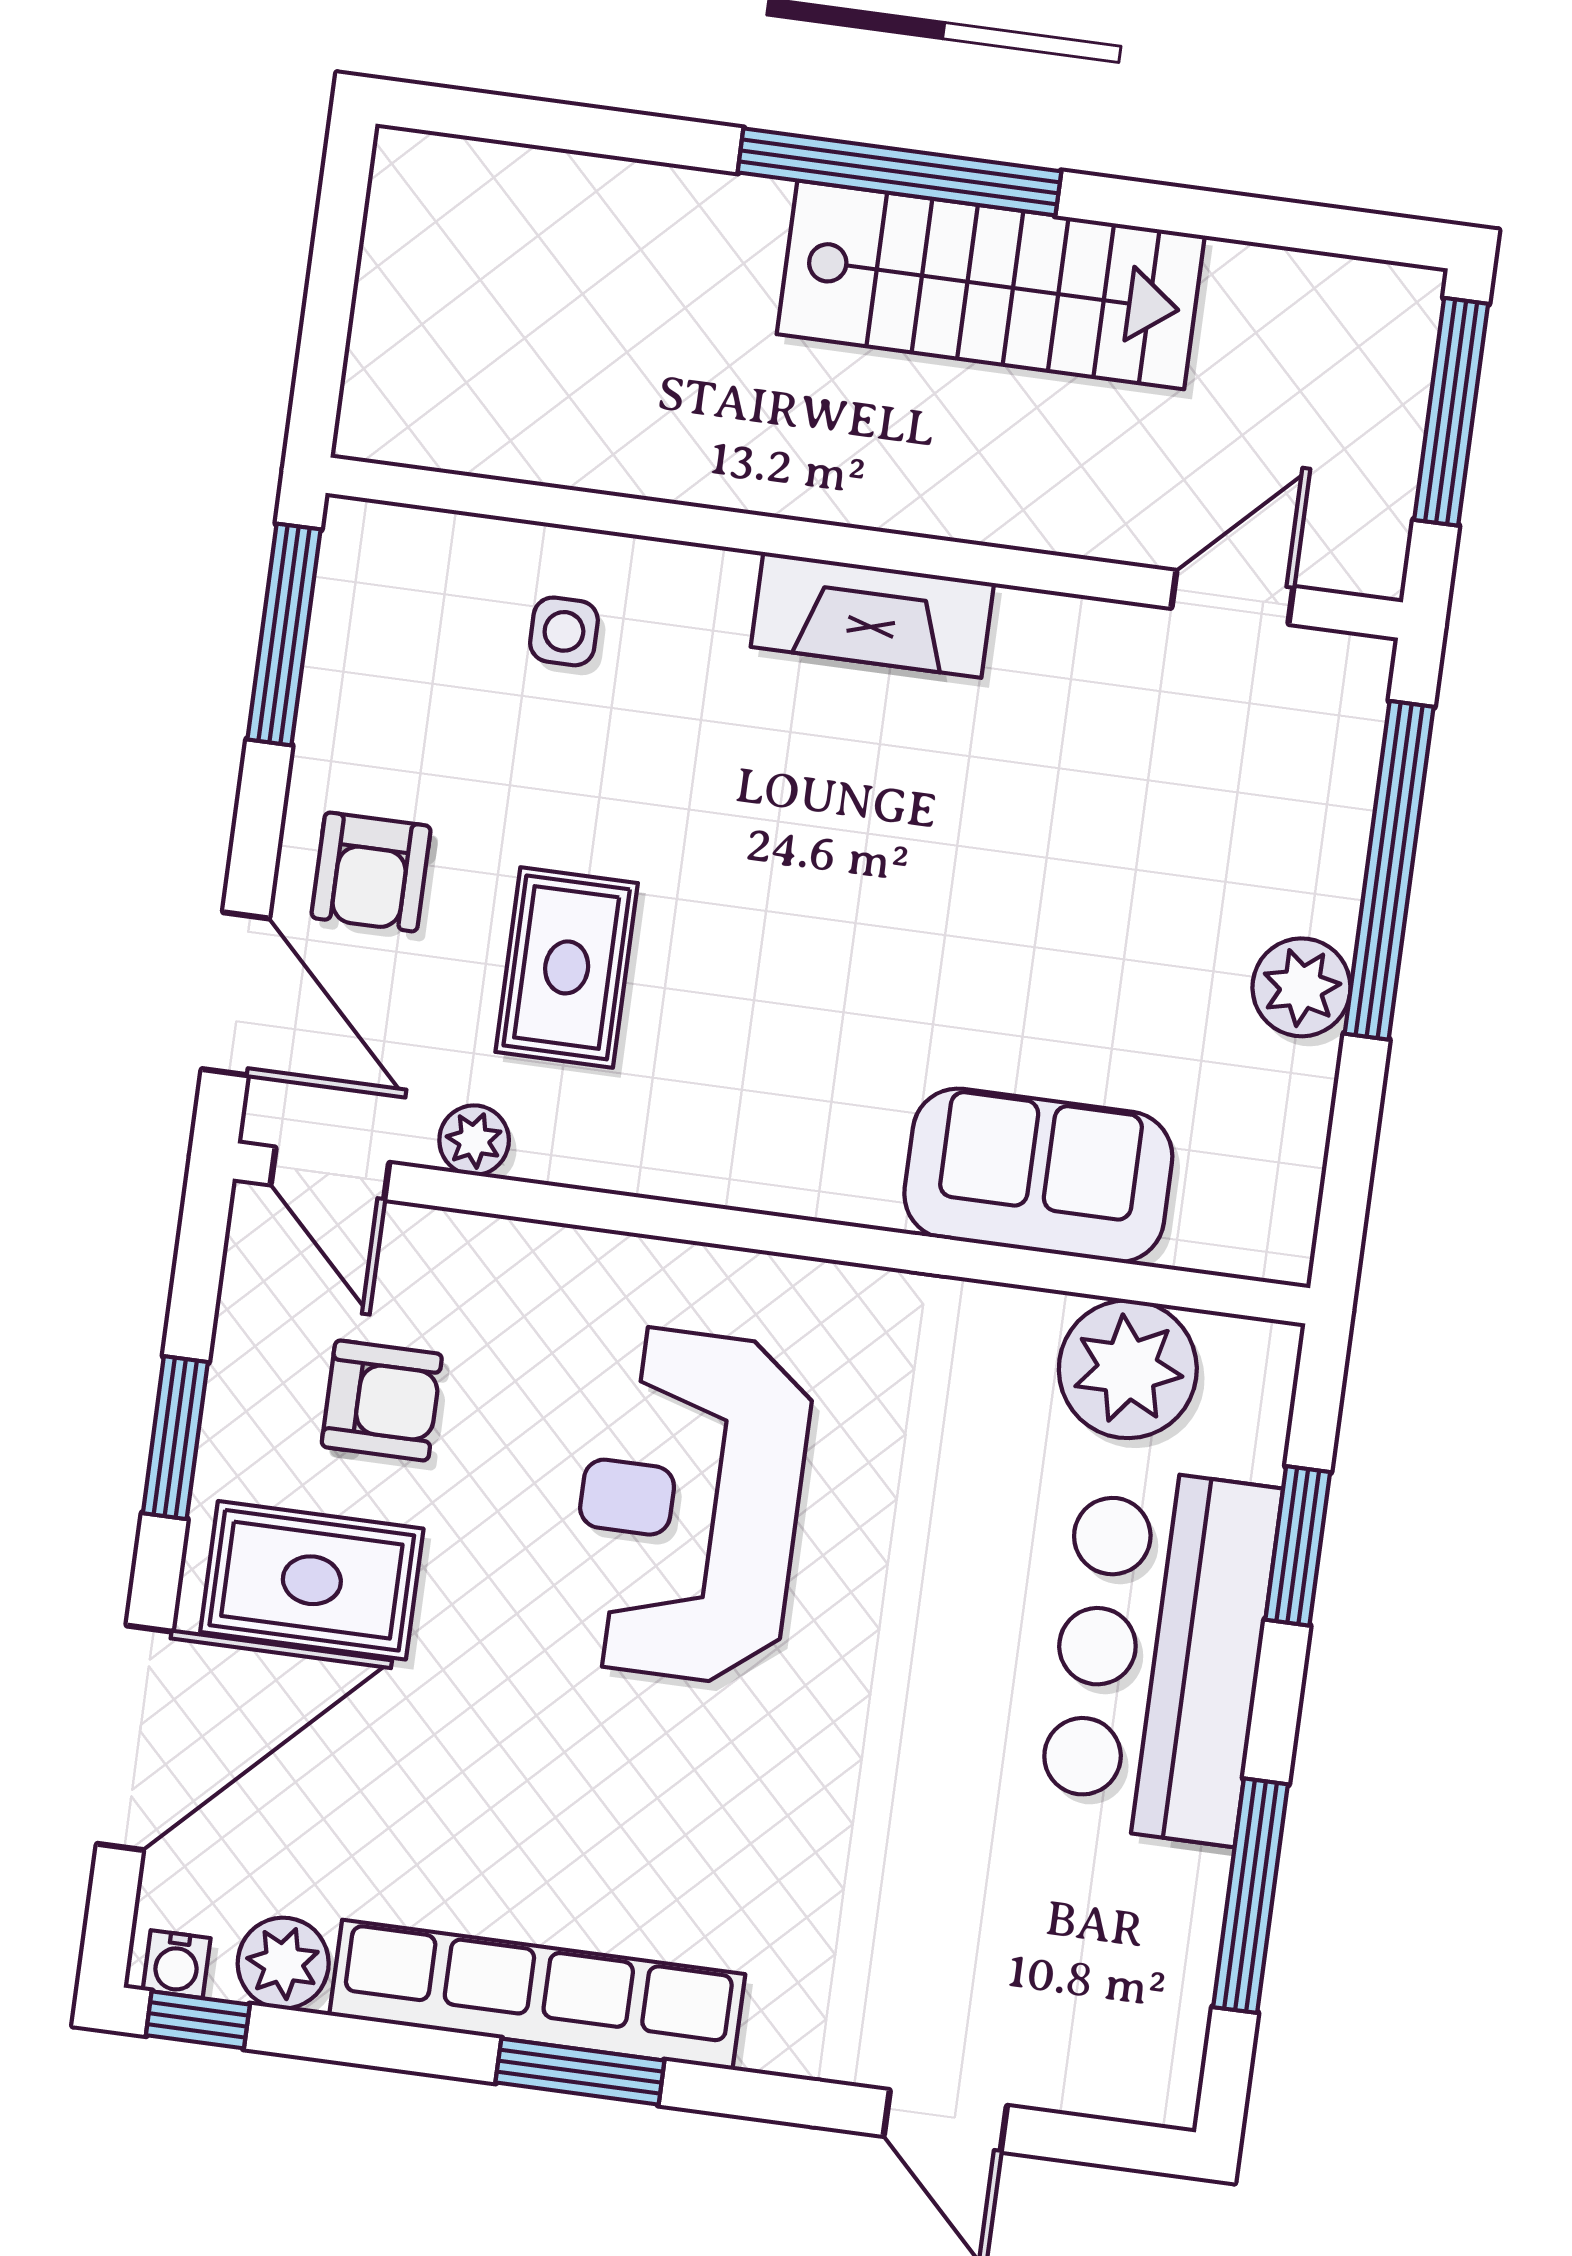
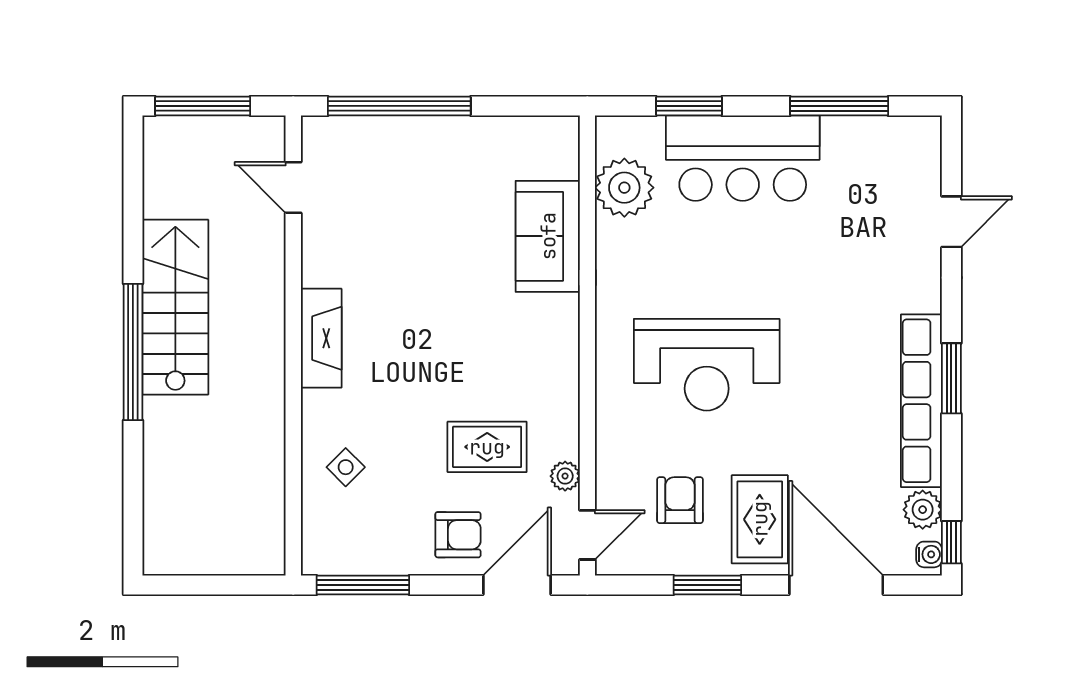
side table: (564, 631) -> (346, 467), turned 45
plant: (1301, 987) -> (454, 136), removed

